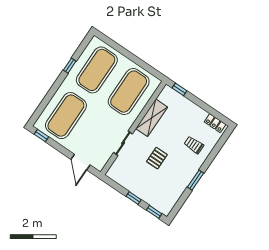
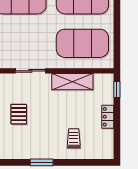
locker: (215, 123) -> (108, 117), moved
pallet: (157, 158) -> (19, 114), moved, turned 90

